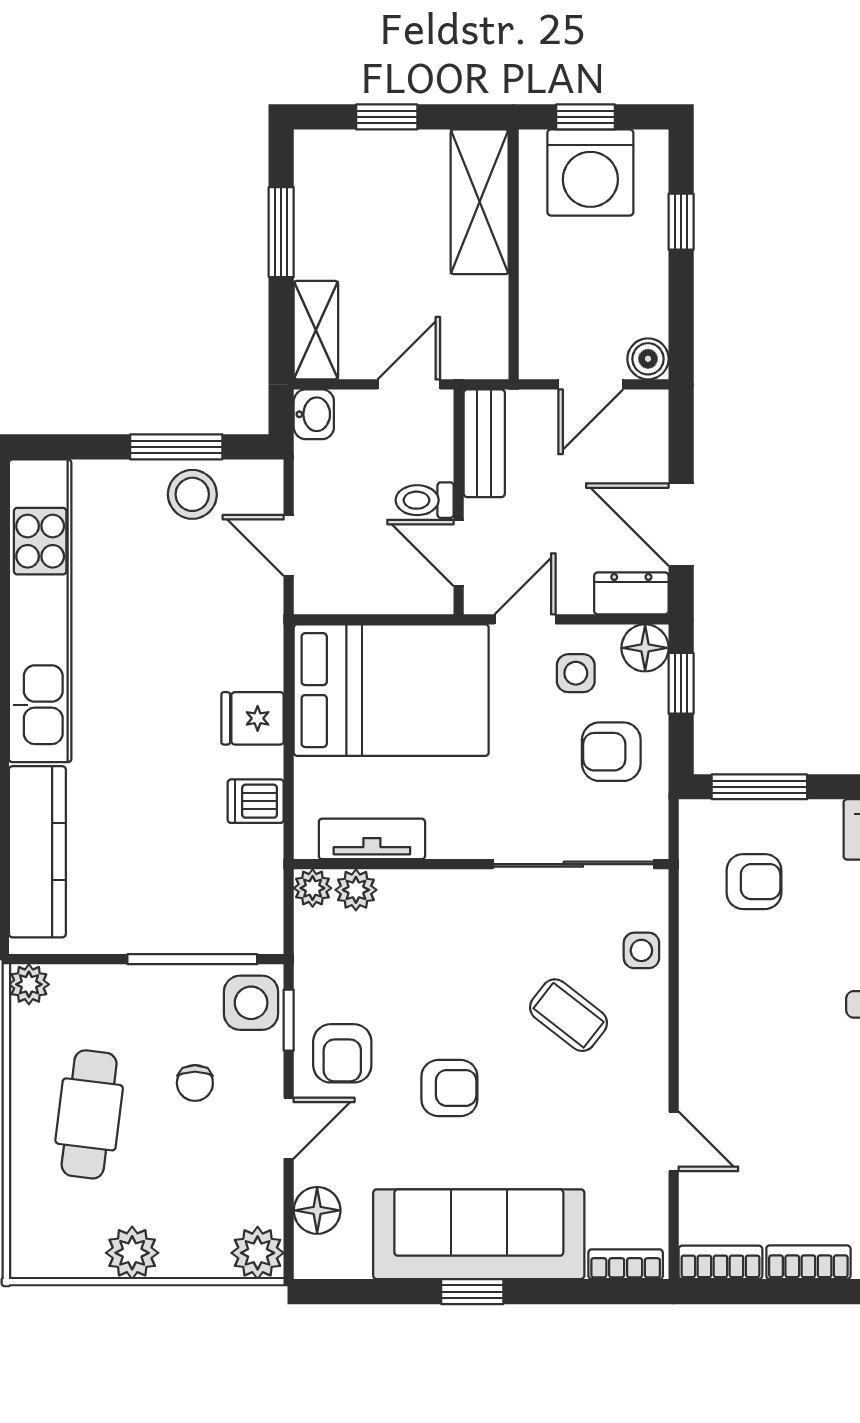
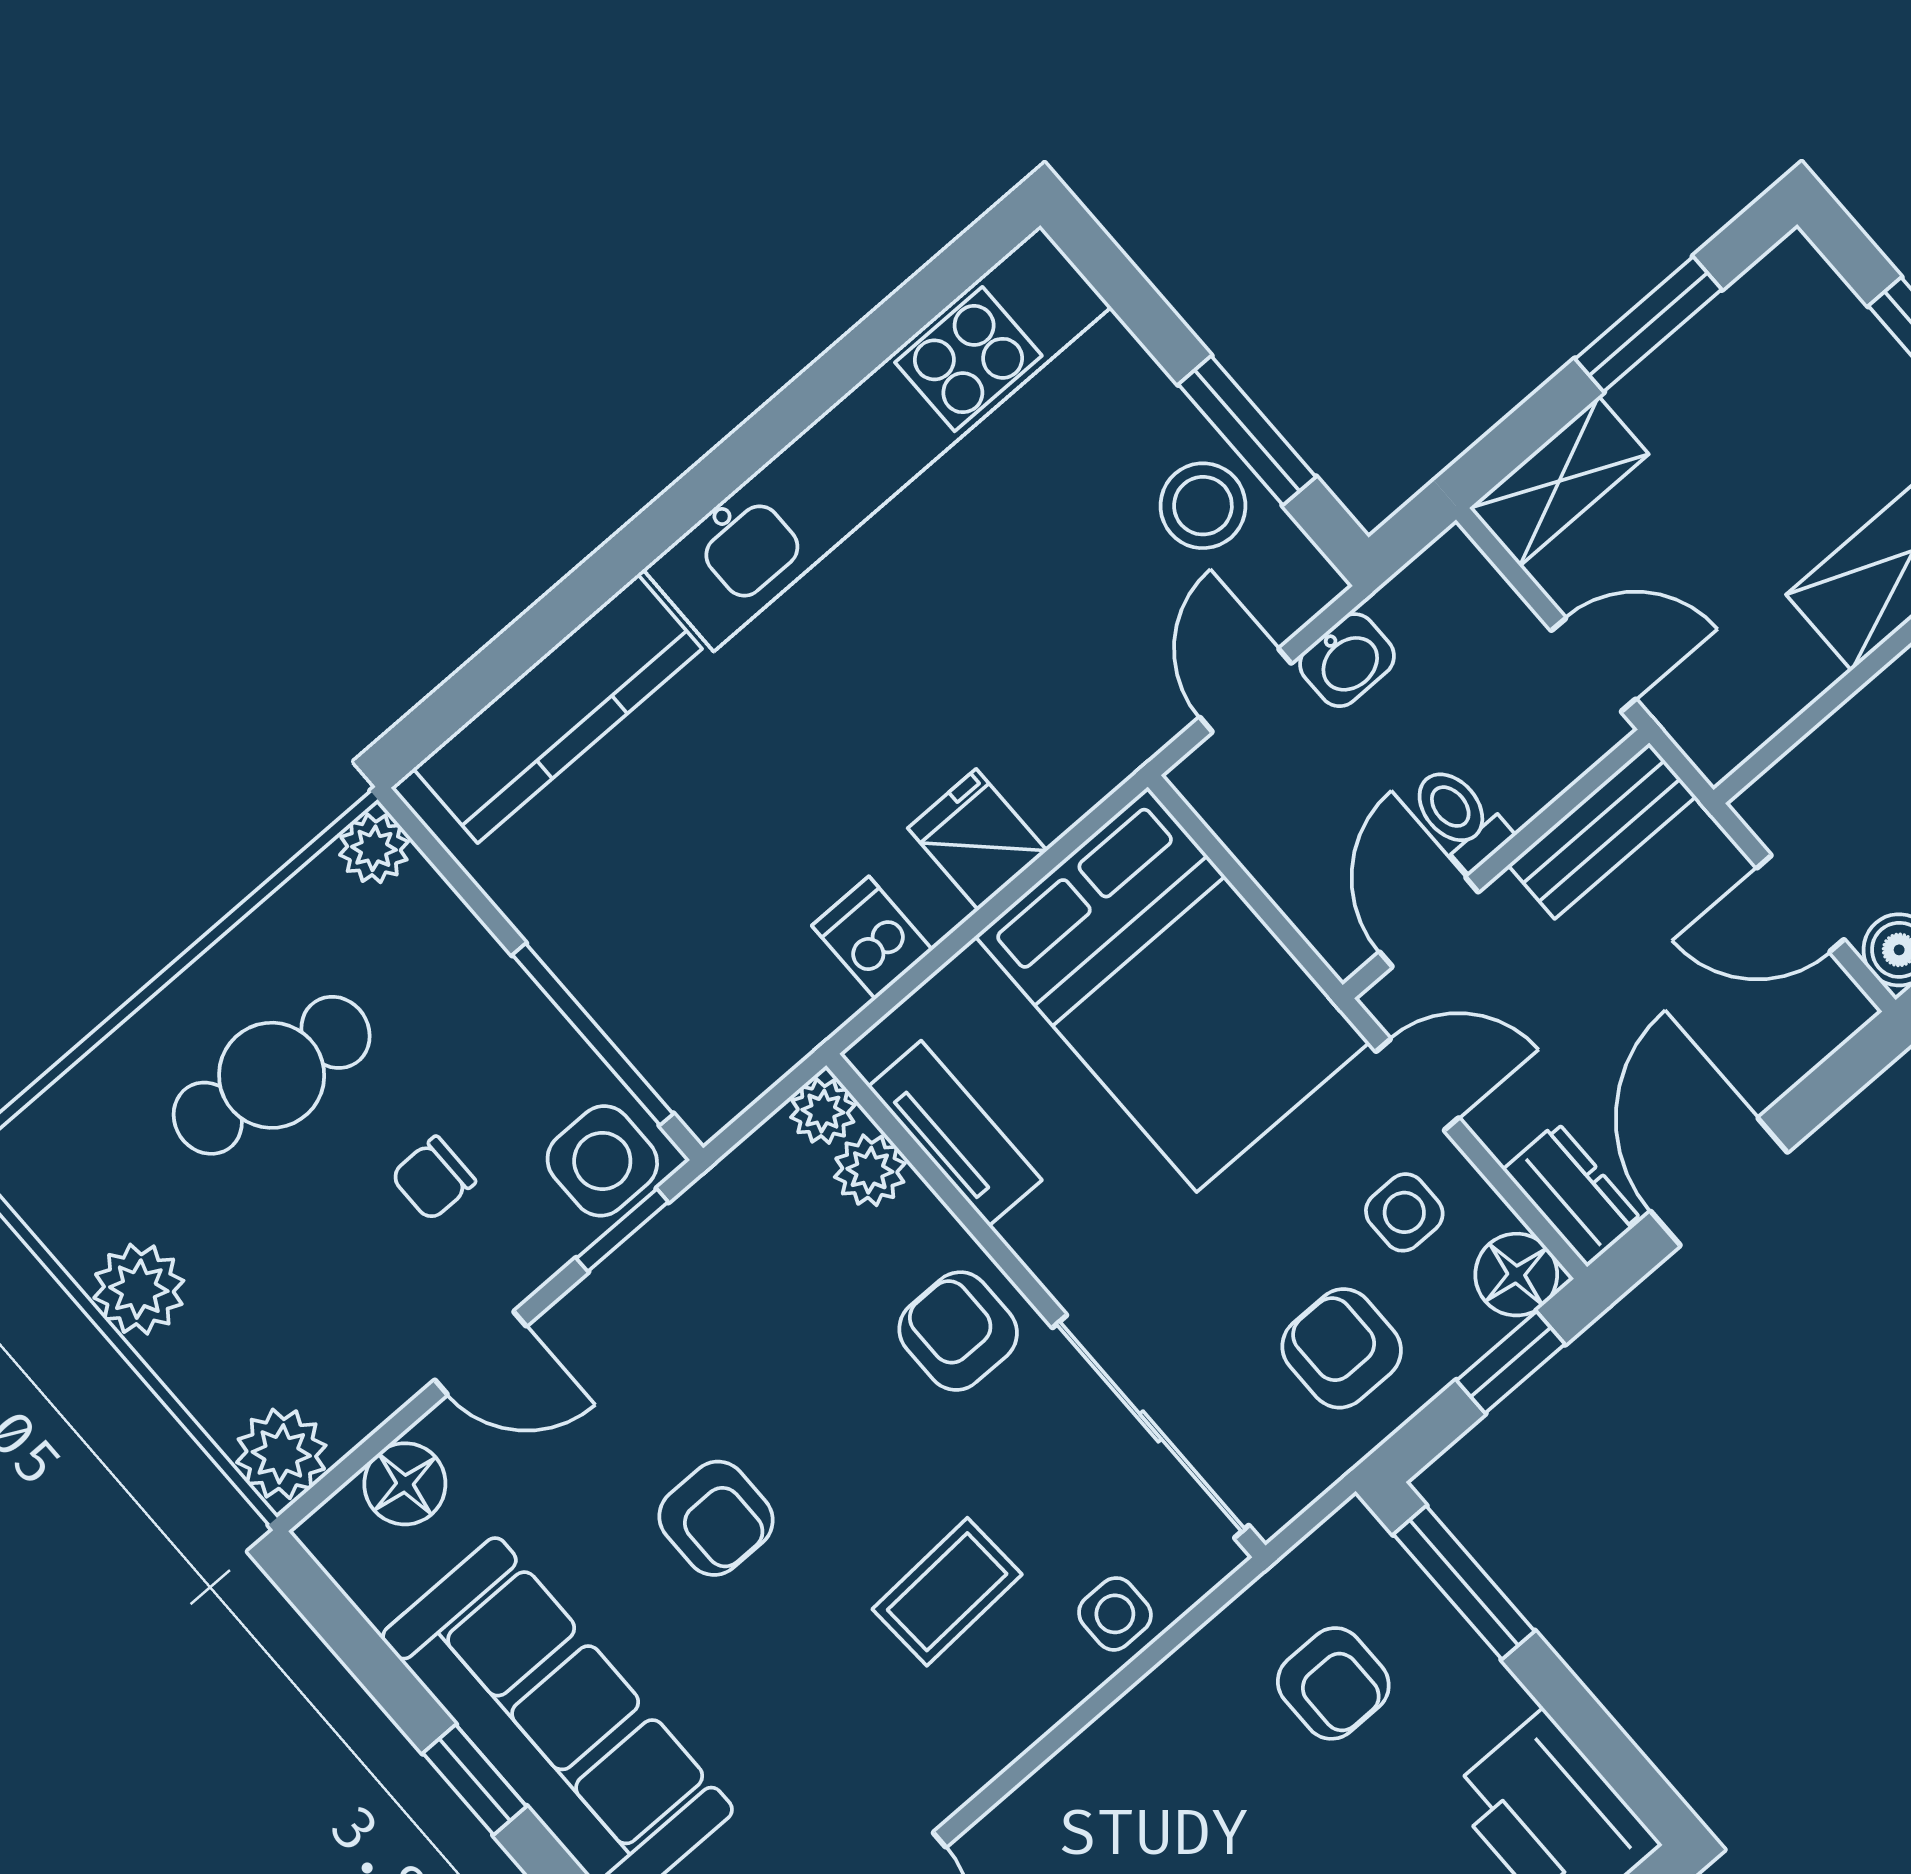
washbasin: (314, 414) -> (1347, 660), moved
coffee table: (569, 1015) -> (947, 1592), turned 49
armchair: (342, 1053) -> (958, 1331), moved, turned 90

